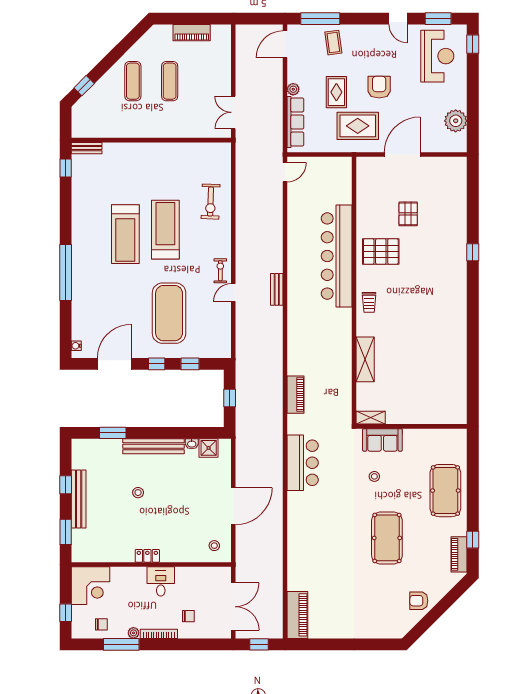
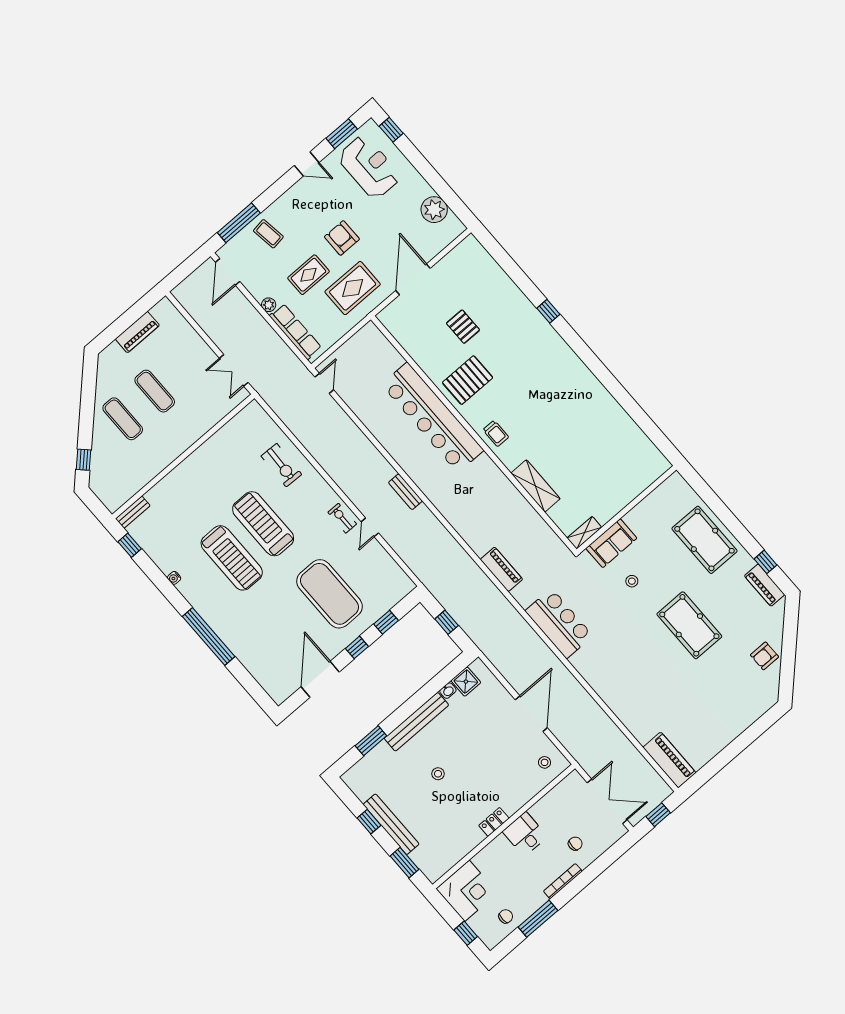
rug: (336, 92) -> (308, 275), turned 90
water cooler: (76, 346) -> (174, 578), moved
plant: (133, 633) -> (540, 900), removed

